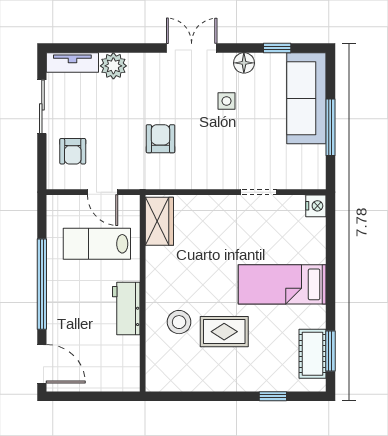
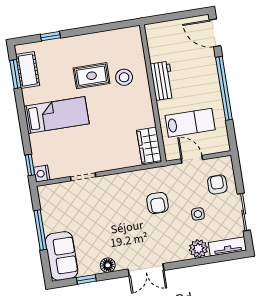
sofa: (306, 98) -> (62, 256), width x0.73
side table: (226, 101) -> (198, 214), moved
window: (330, 220) -> (30, 165), added

